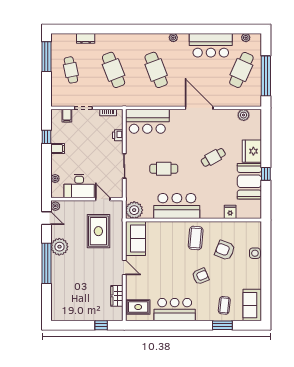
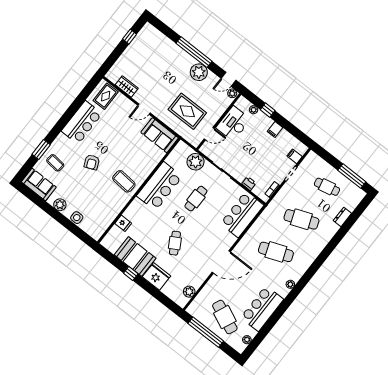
window: (46, 137) -> (268, 110), moved
plant: (134, 210) -> (196, 162), moved
armchair: (225, 250) -> (97, 196), removed
plant: (255, 275) -> (60, 205), added
window: (101, 325) -> (130, 37), moved

